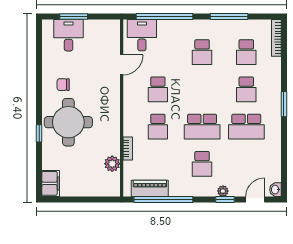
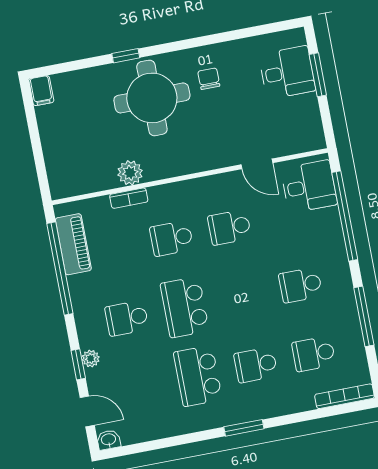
plant: (112, 164) -> (130, 173), moved
filing cabinet: (51, 183) -> (41, 91), width x0.50

